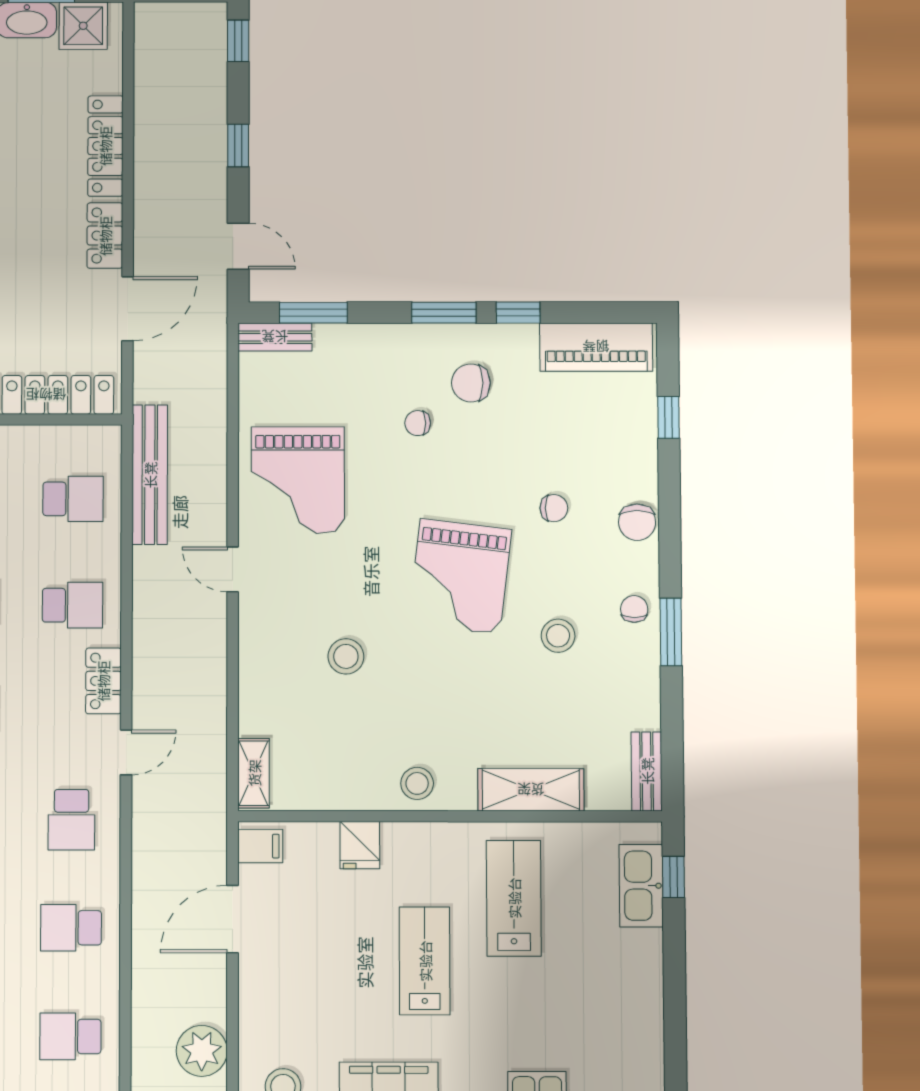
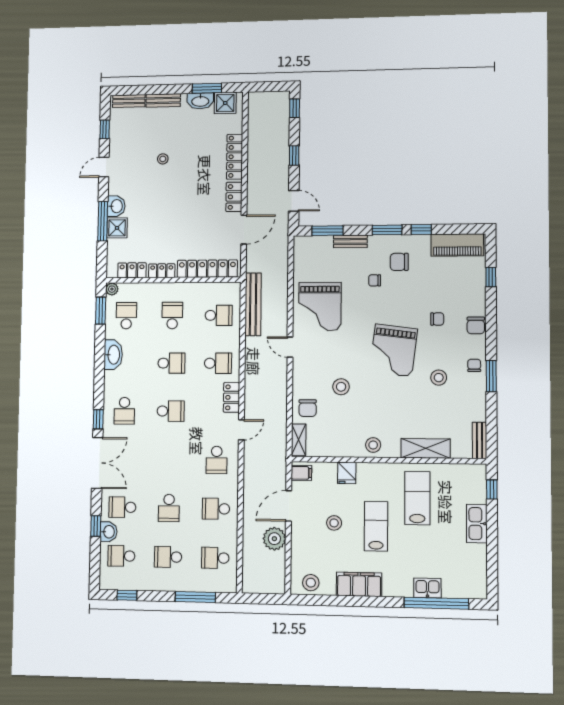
bench: (275, 337) -> (350, 241), moved
chair: (273, 704) -> (308, 408), added
kitchen sink: (641, 886) -> (477, 524), moved
stool: (333, 955) -> (334, 523), added
plant: (202, 1051) -> (274, 539), moved

